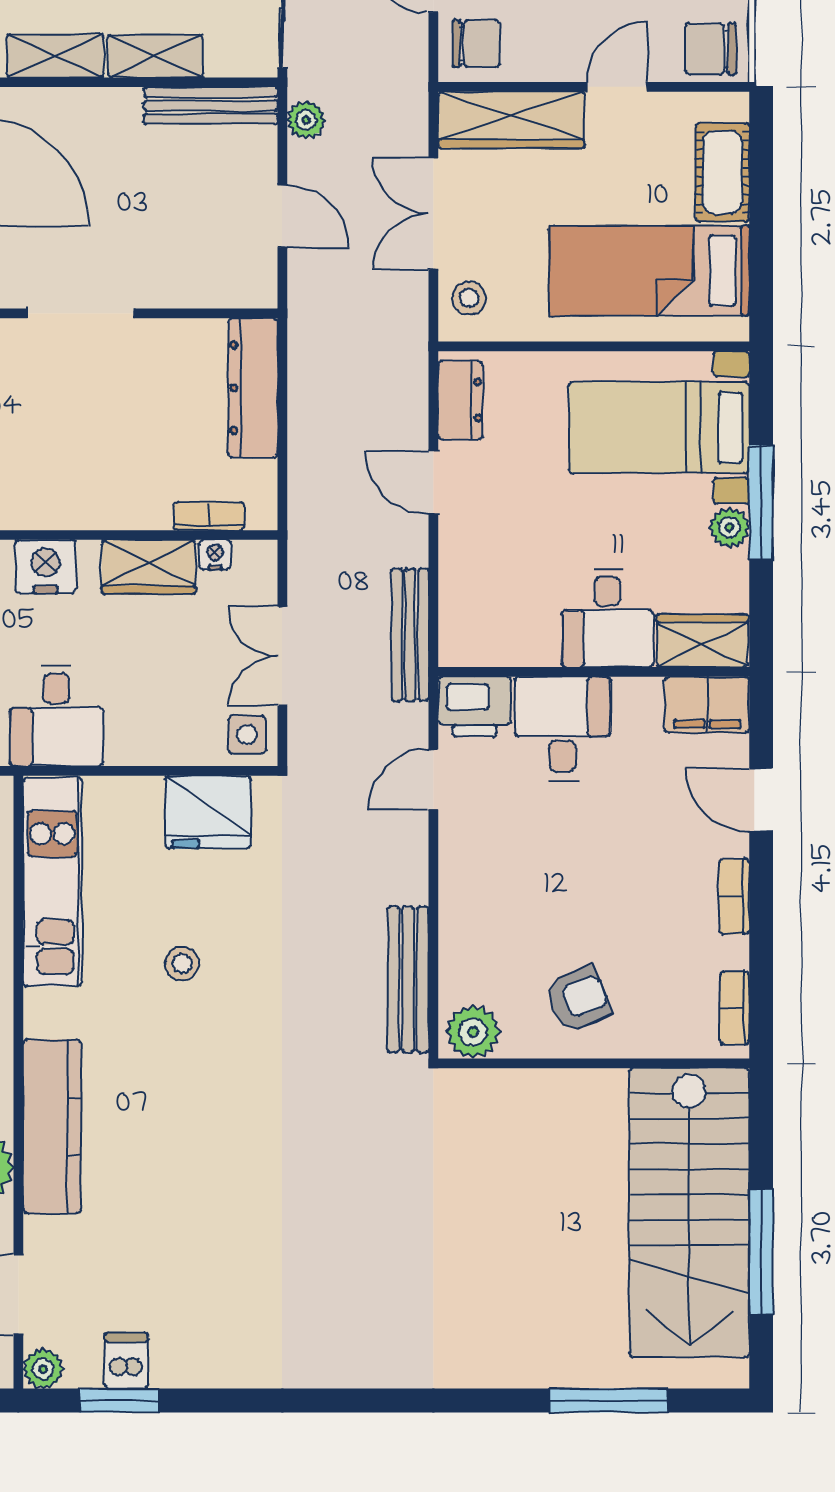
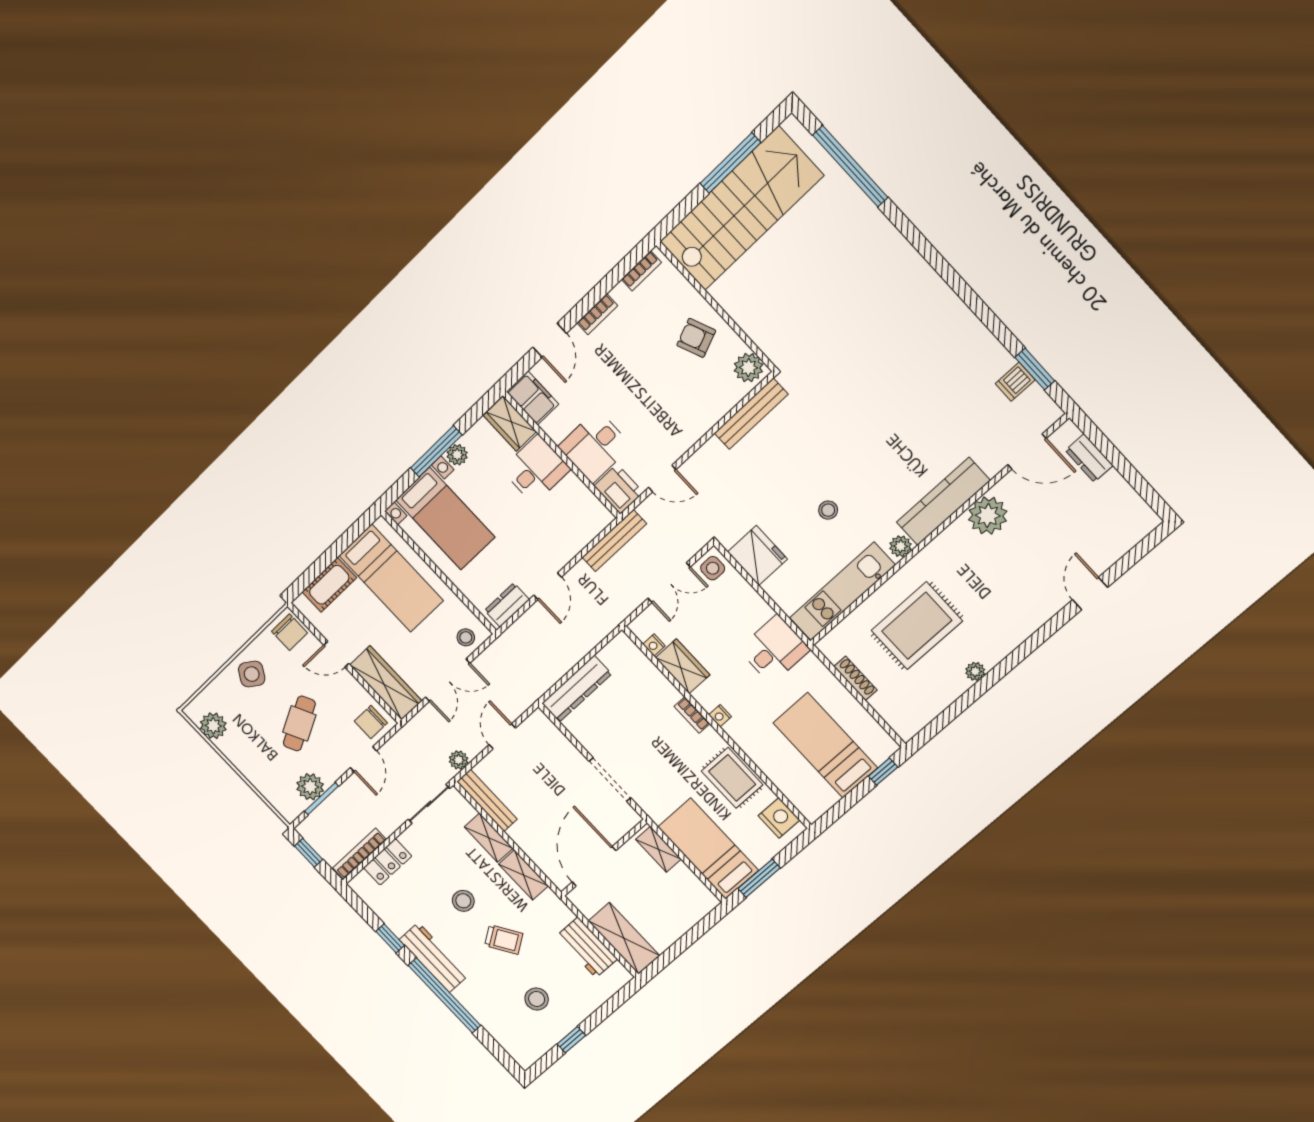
chair: (476, 44) -> (371, 722), turned -90
bookcase: (209, 516) -> (692, 715), moved
nightstand: (46, 567) -> (720, 716), width x0.53, depth x0.56
plant: (43, 1369) -> (900, 546), moved
window: (609, 1401) -> (850, 166), width x1.46

